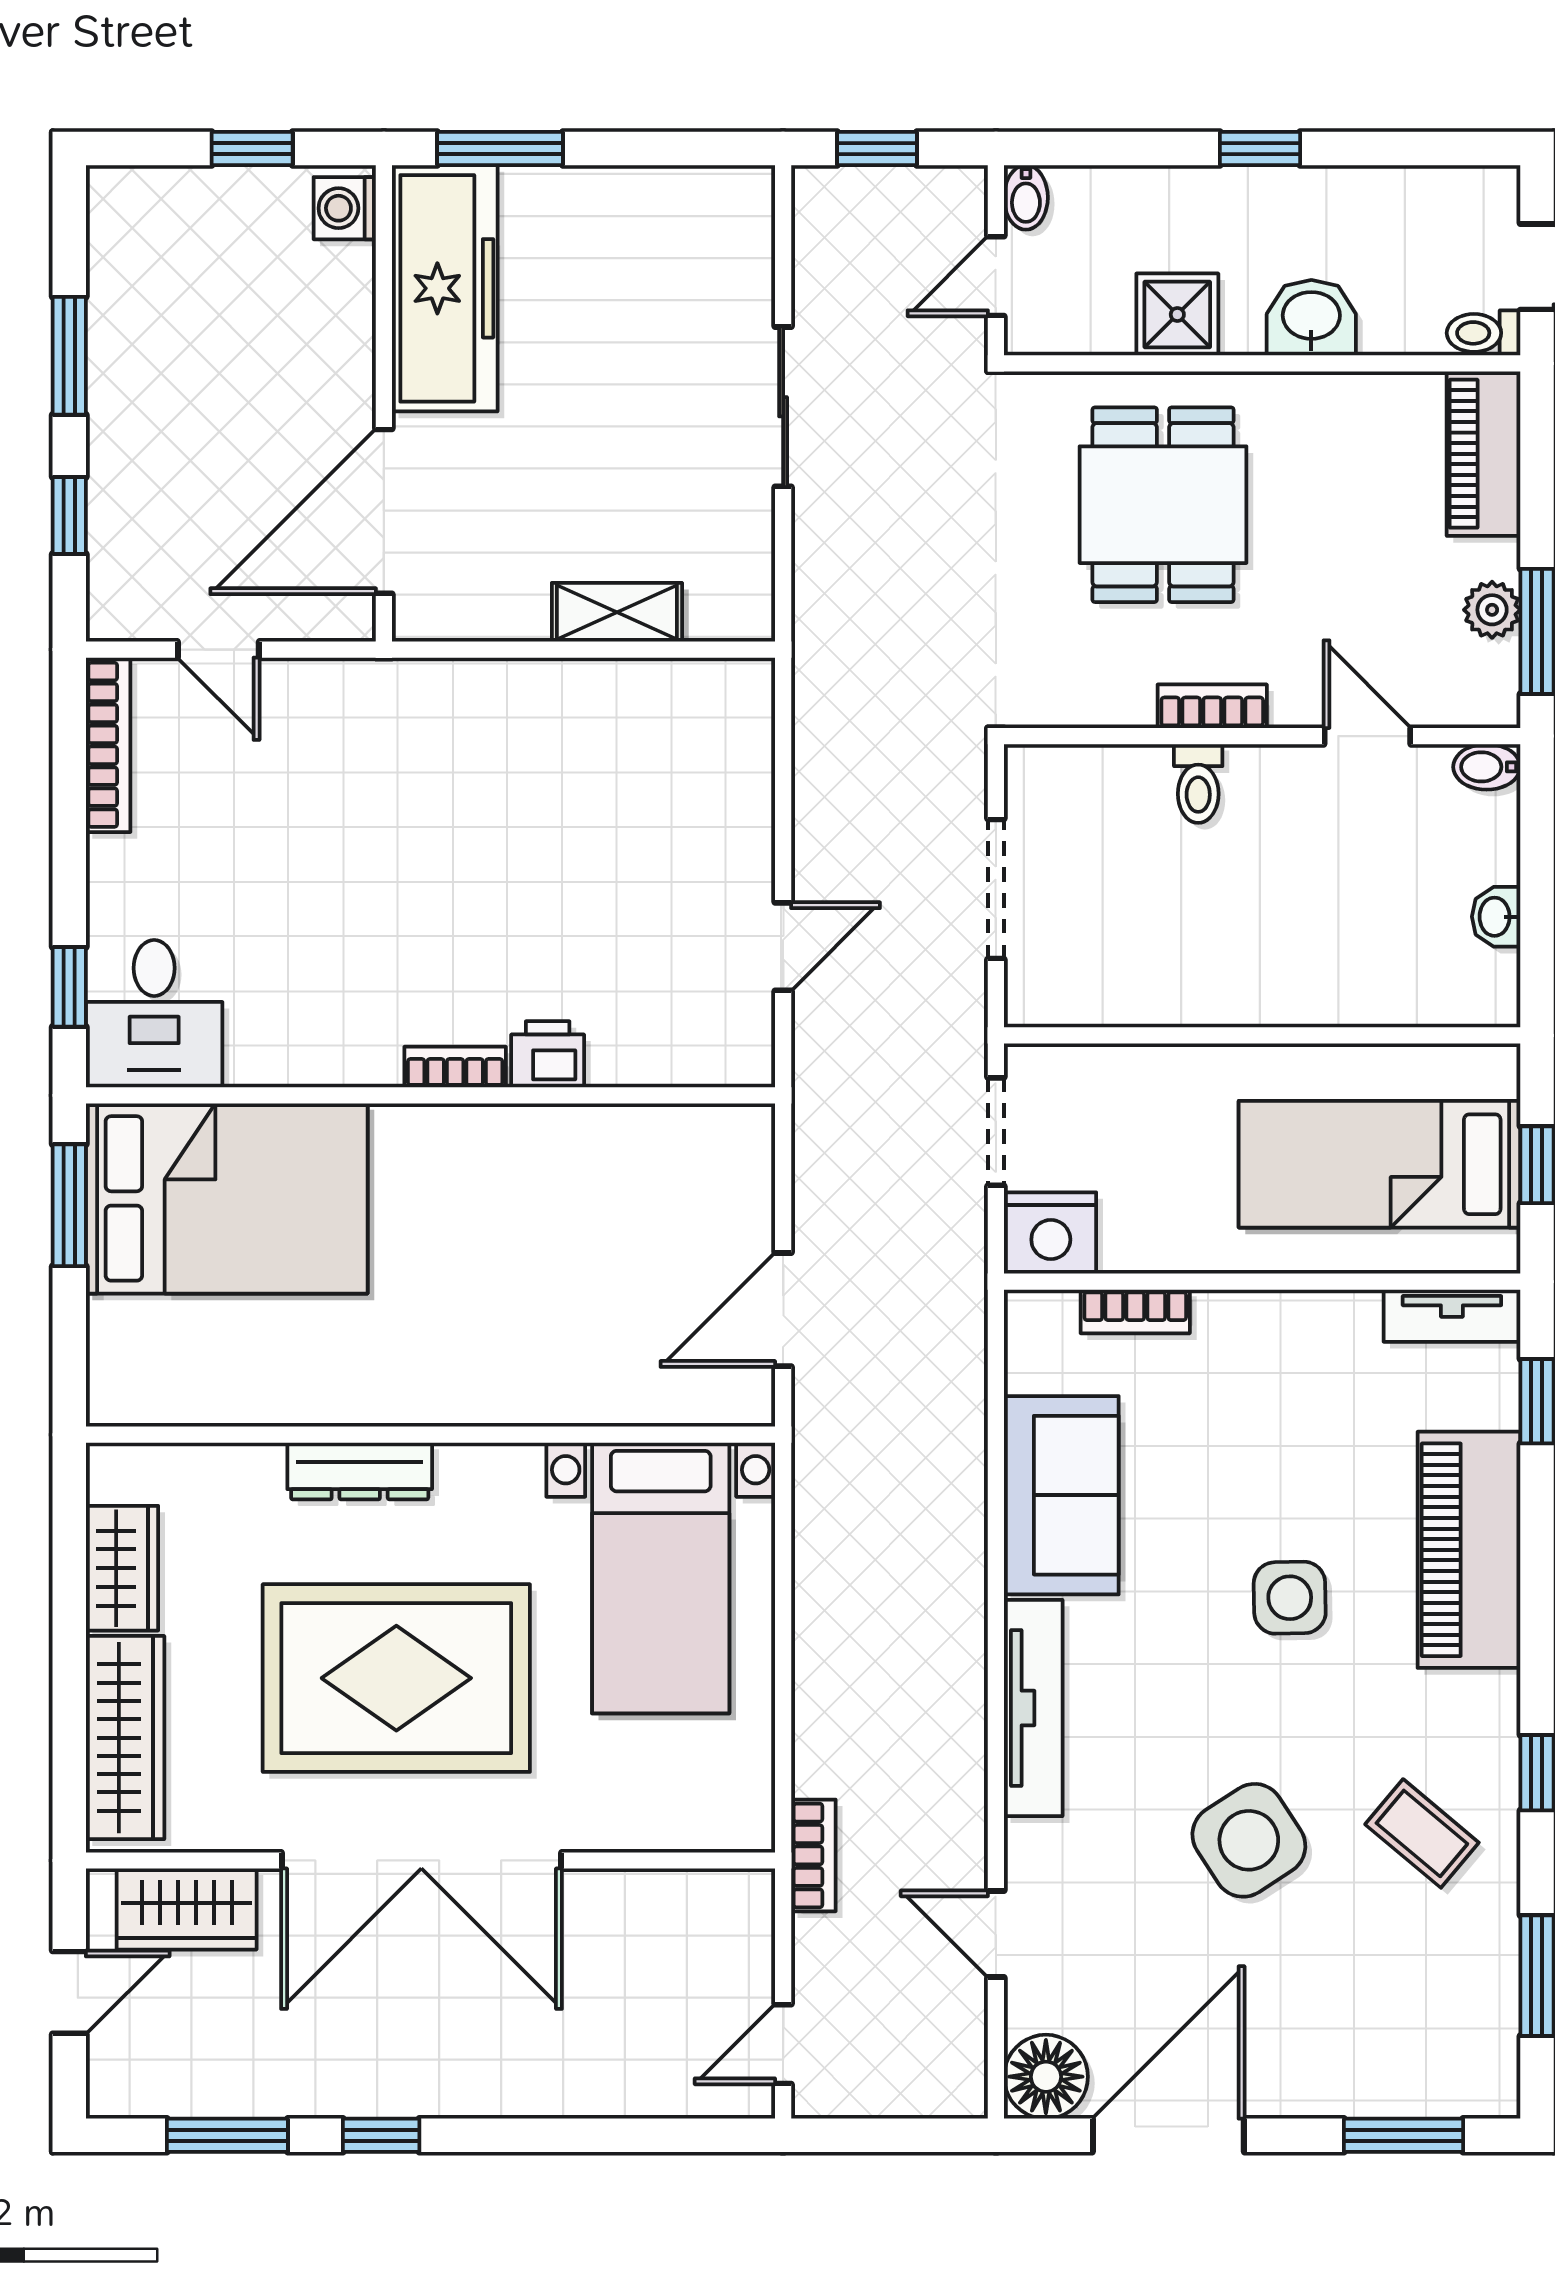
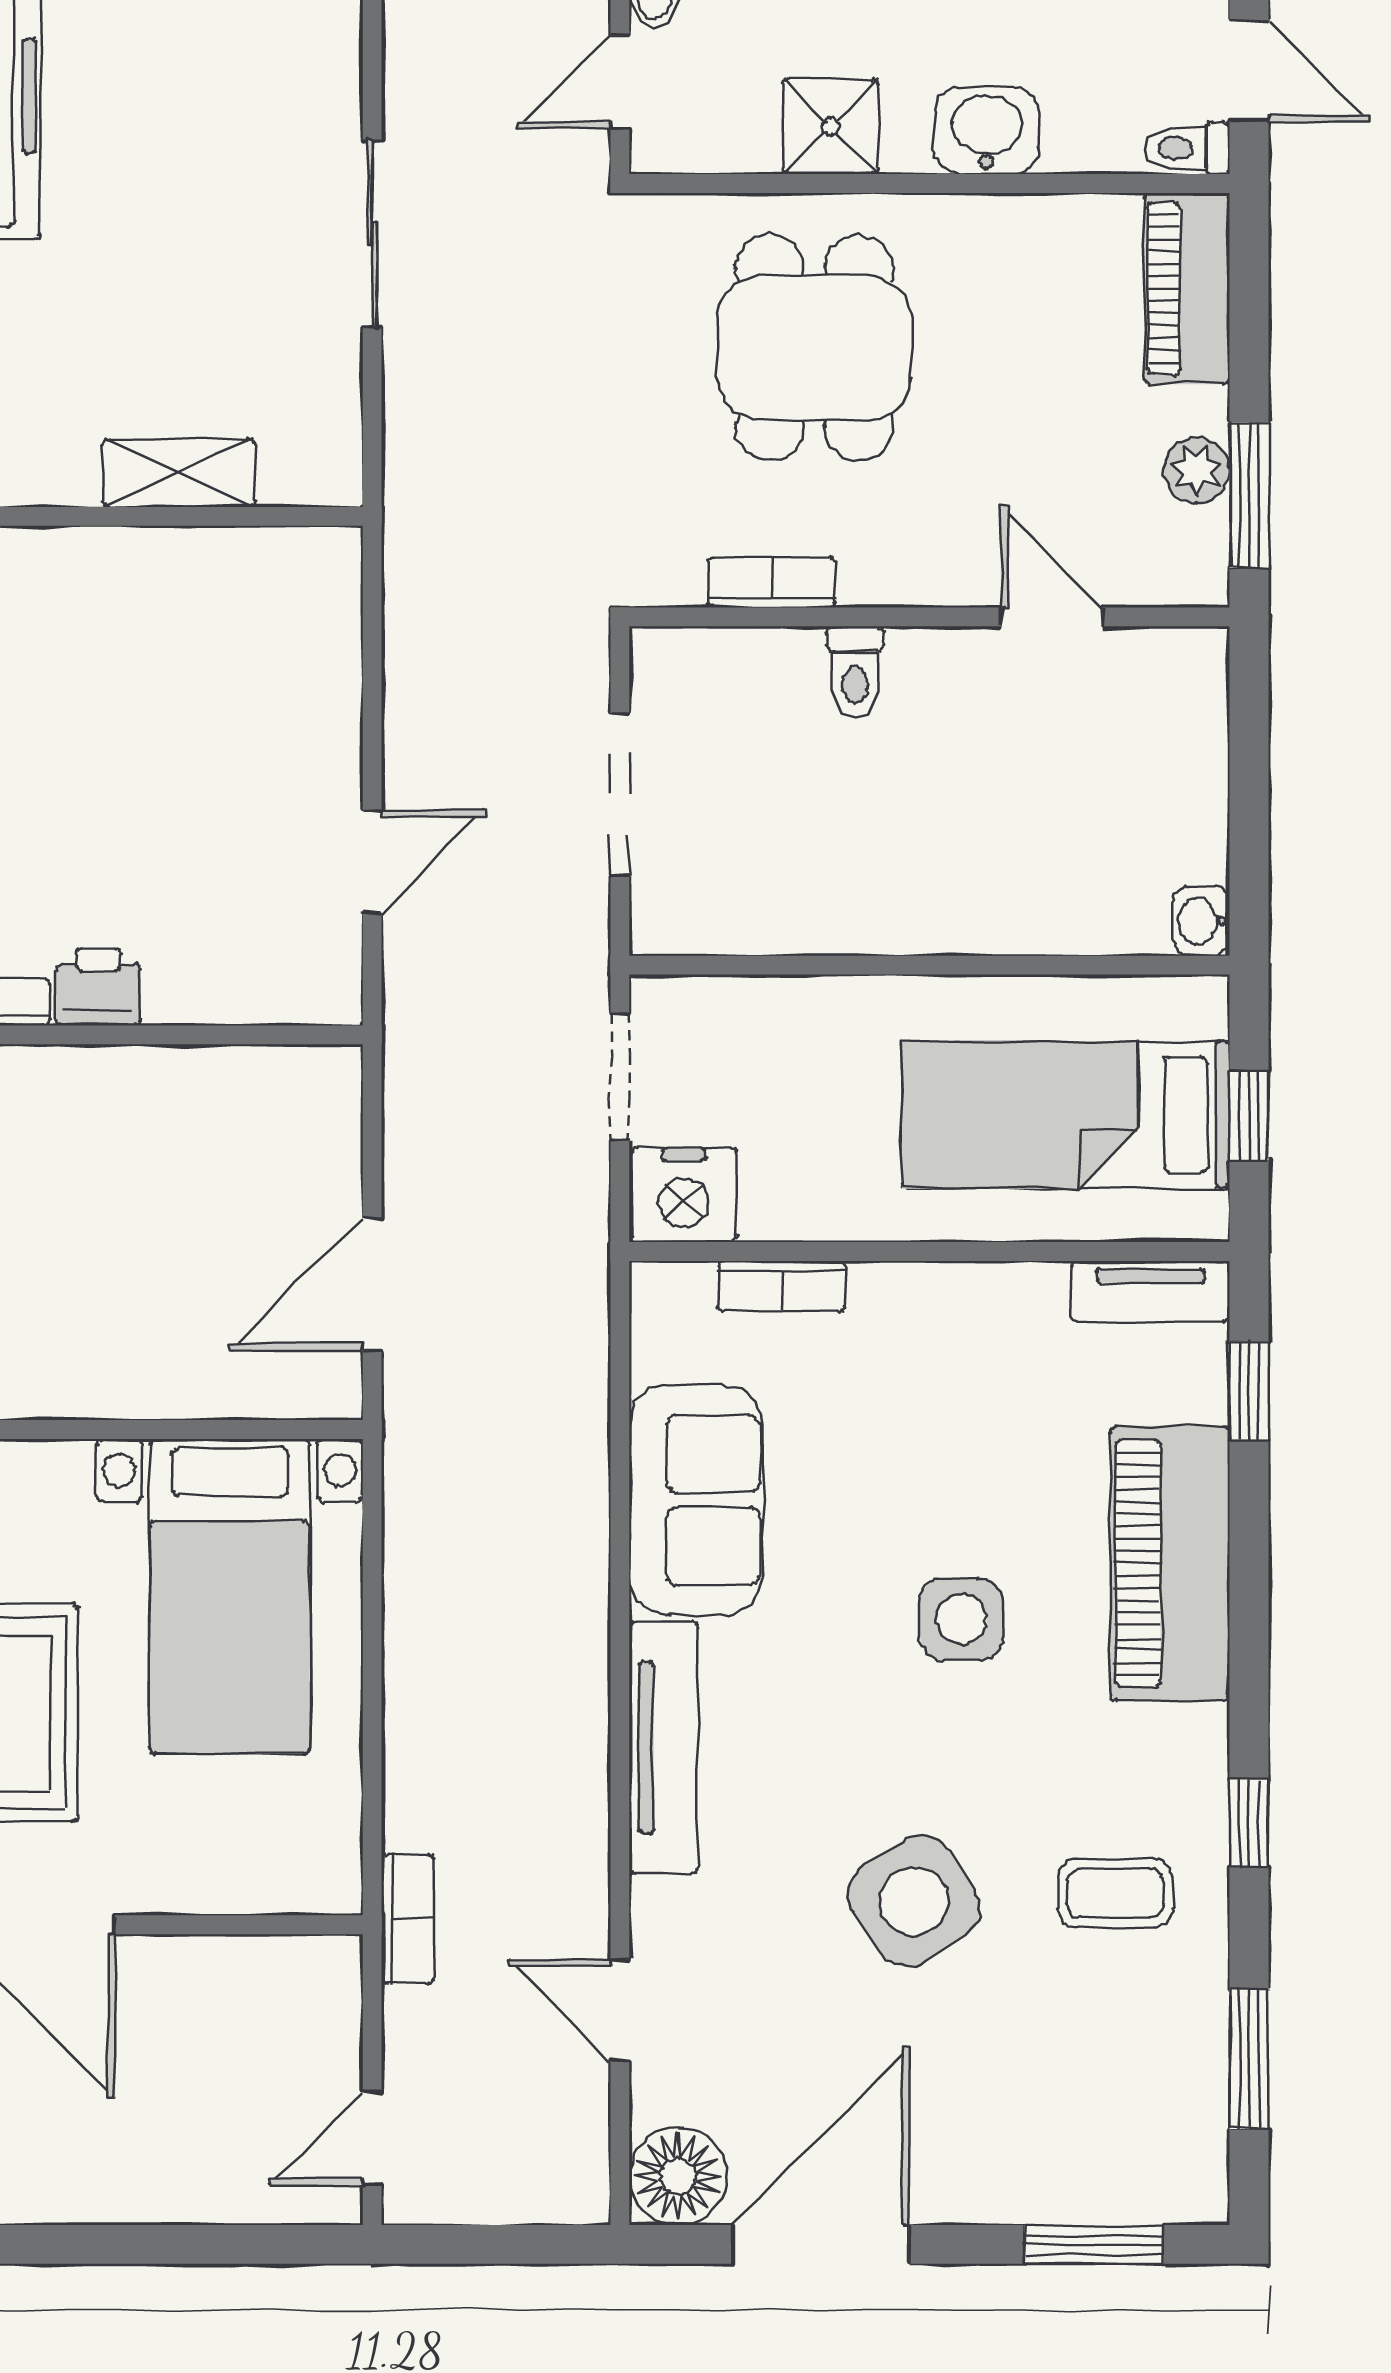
bookcase: (1212, 706) -> (772, 582), moved
bidet: (1487, 767) -> (1191, 653), removed
washbasin: (1496, 917) -> (1201, 921), moved
coffee table: (1422, 1833) -> (1115, 1893), turned -40

